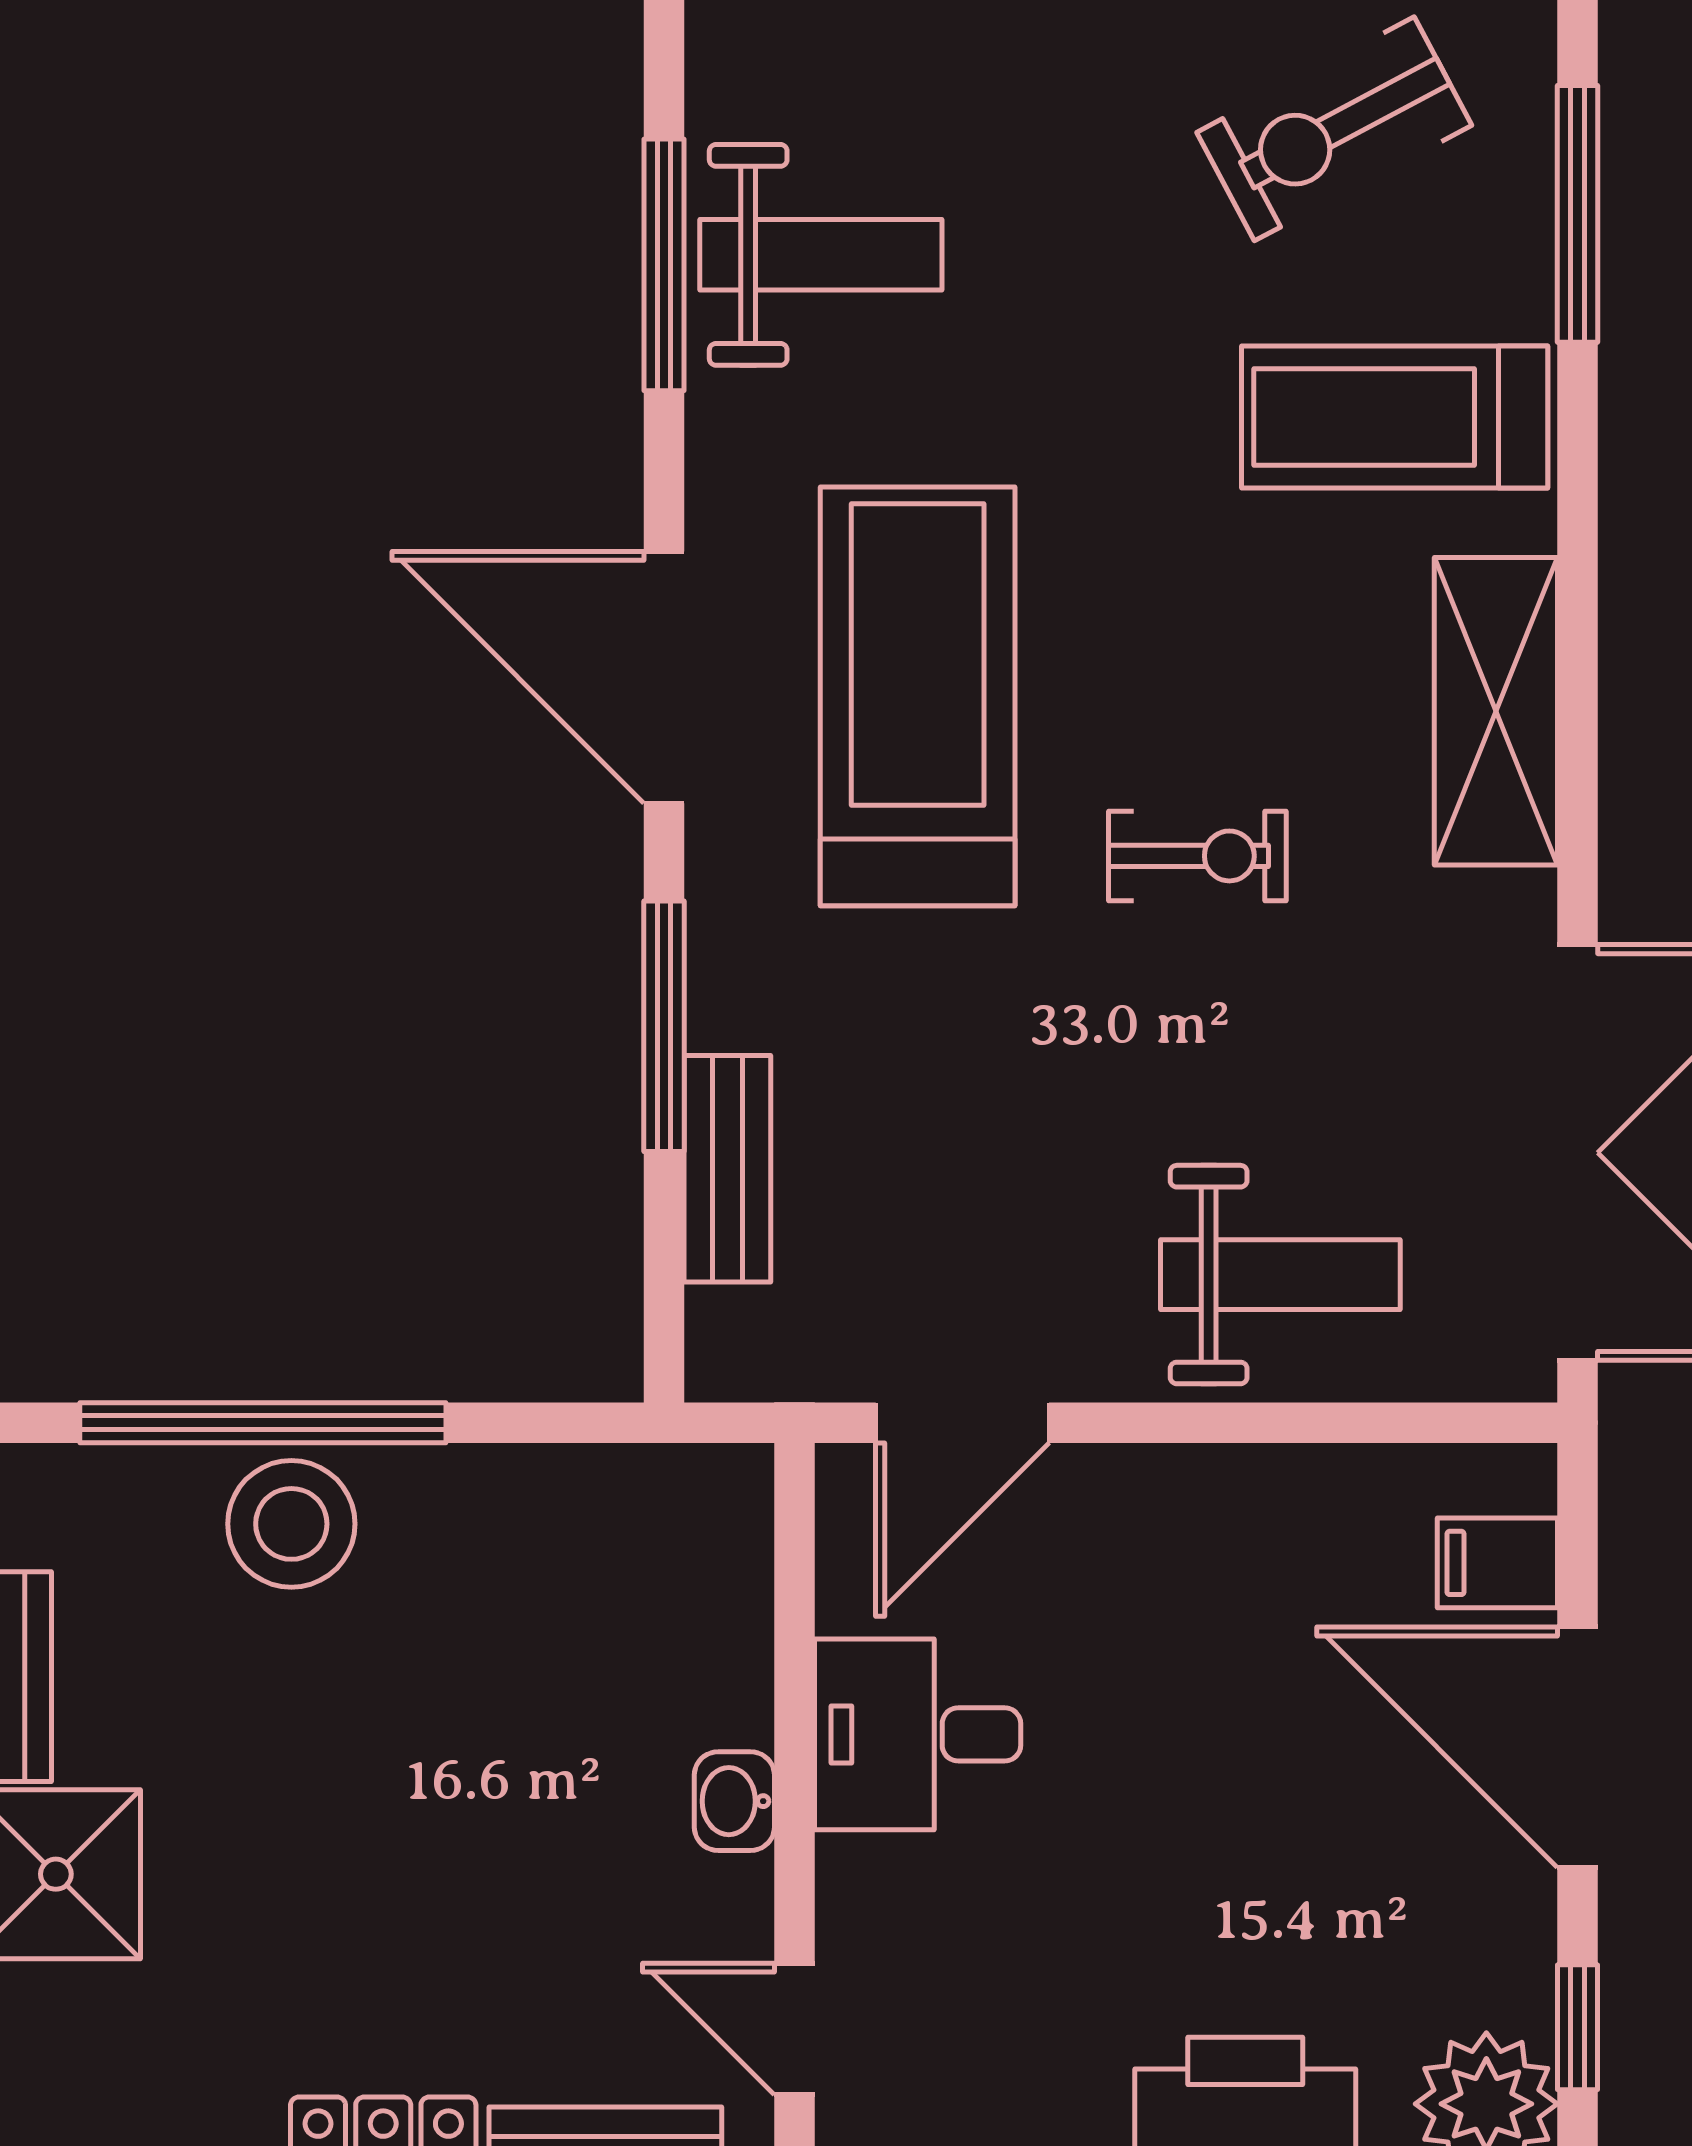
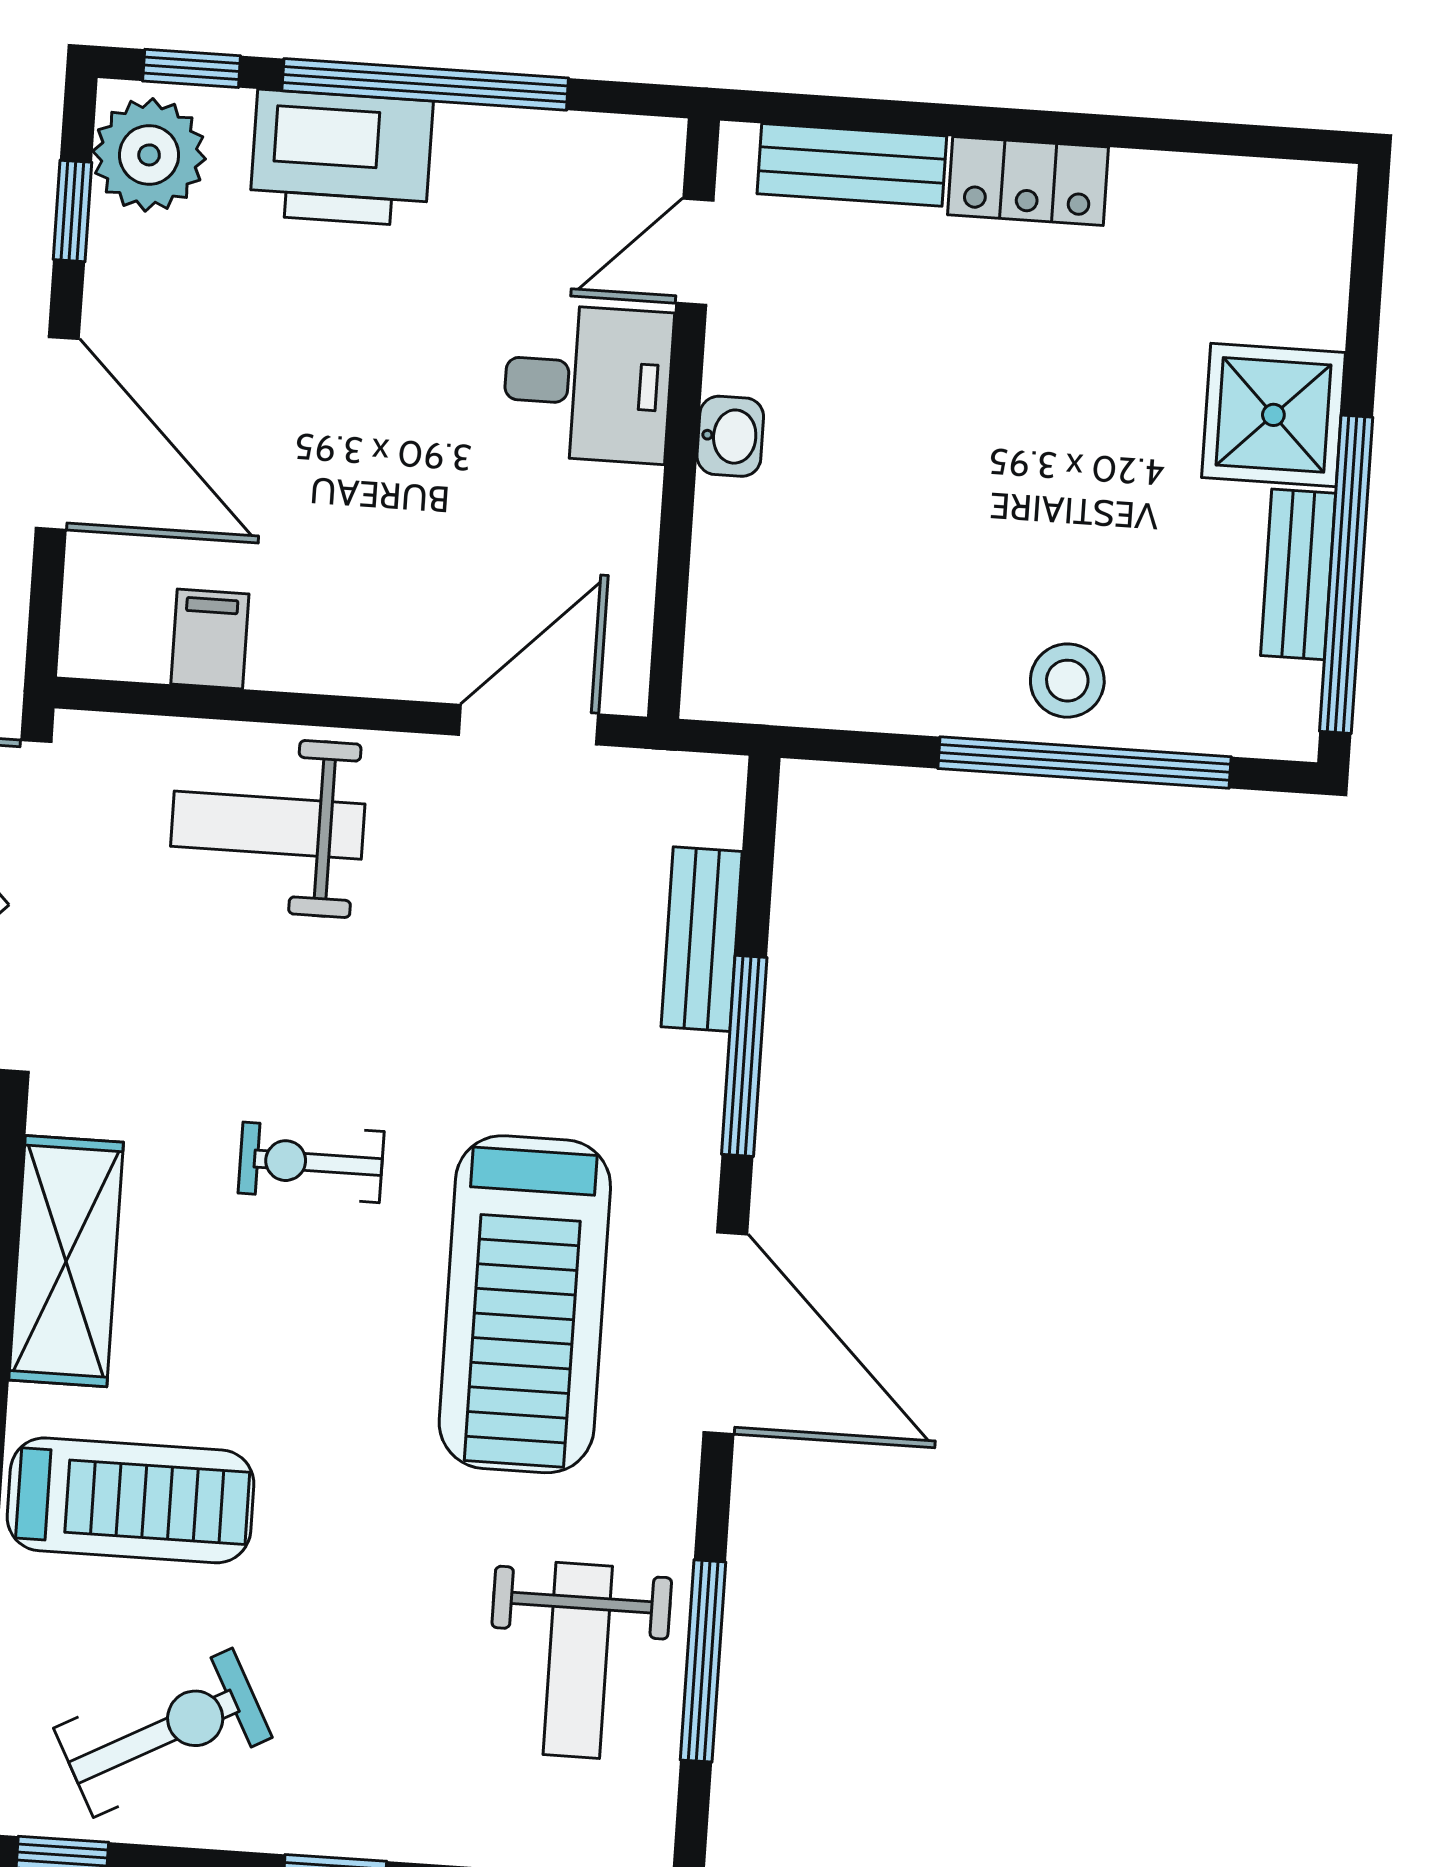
weight bench: (821, 255) -> (578, 1660), turned -90
stool: (291, 1524) -> (1067, 681), width x0.73, depth x0.73
filing cabinet: (1497, 1563) -> (210, 639), moved, turned -90
desk: (918, 1734) -> (588, 383), moved
door: (794, 2029) -> (695, 252), swing flipped

